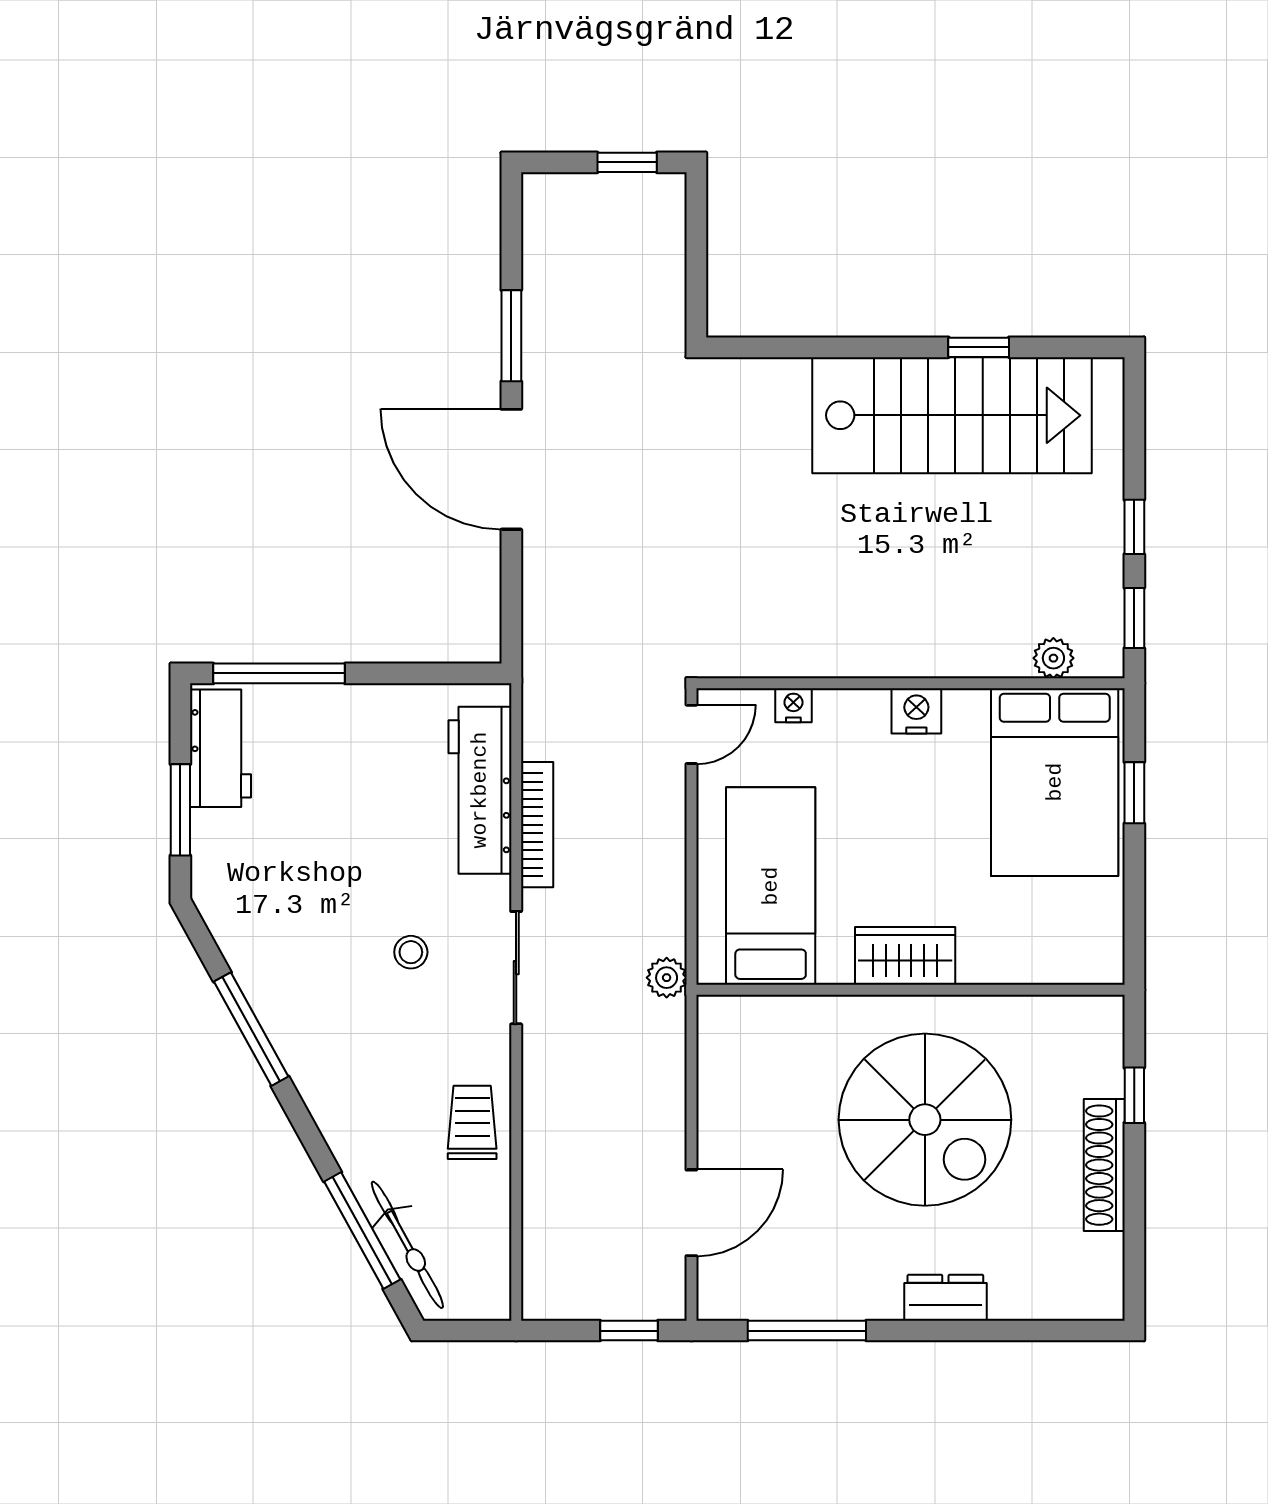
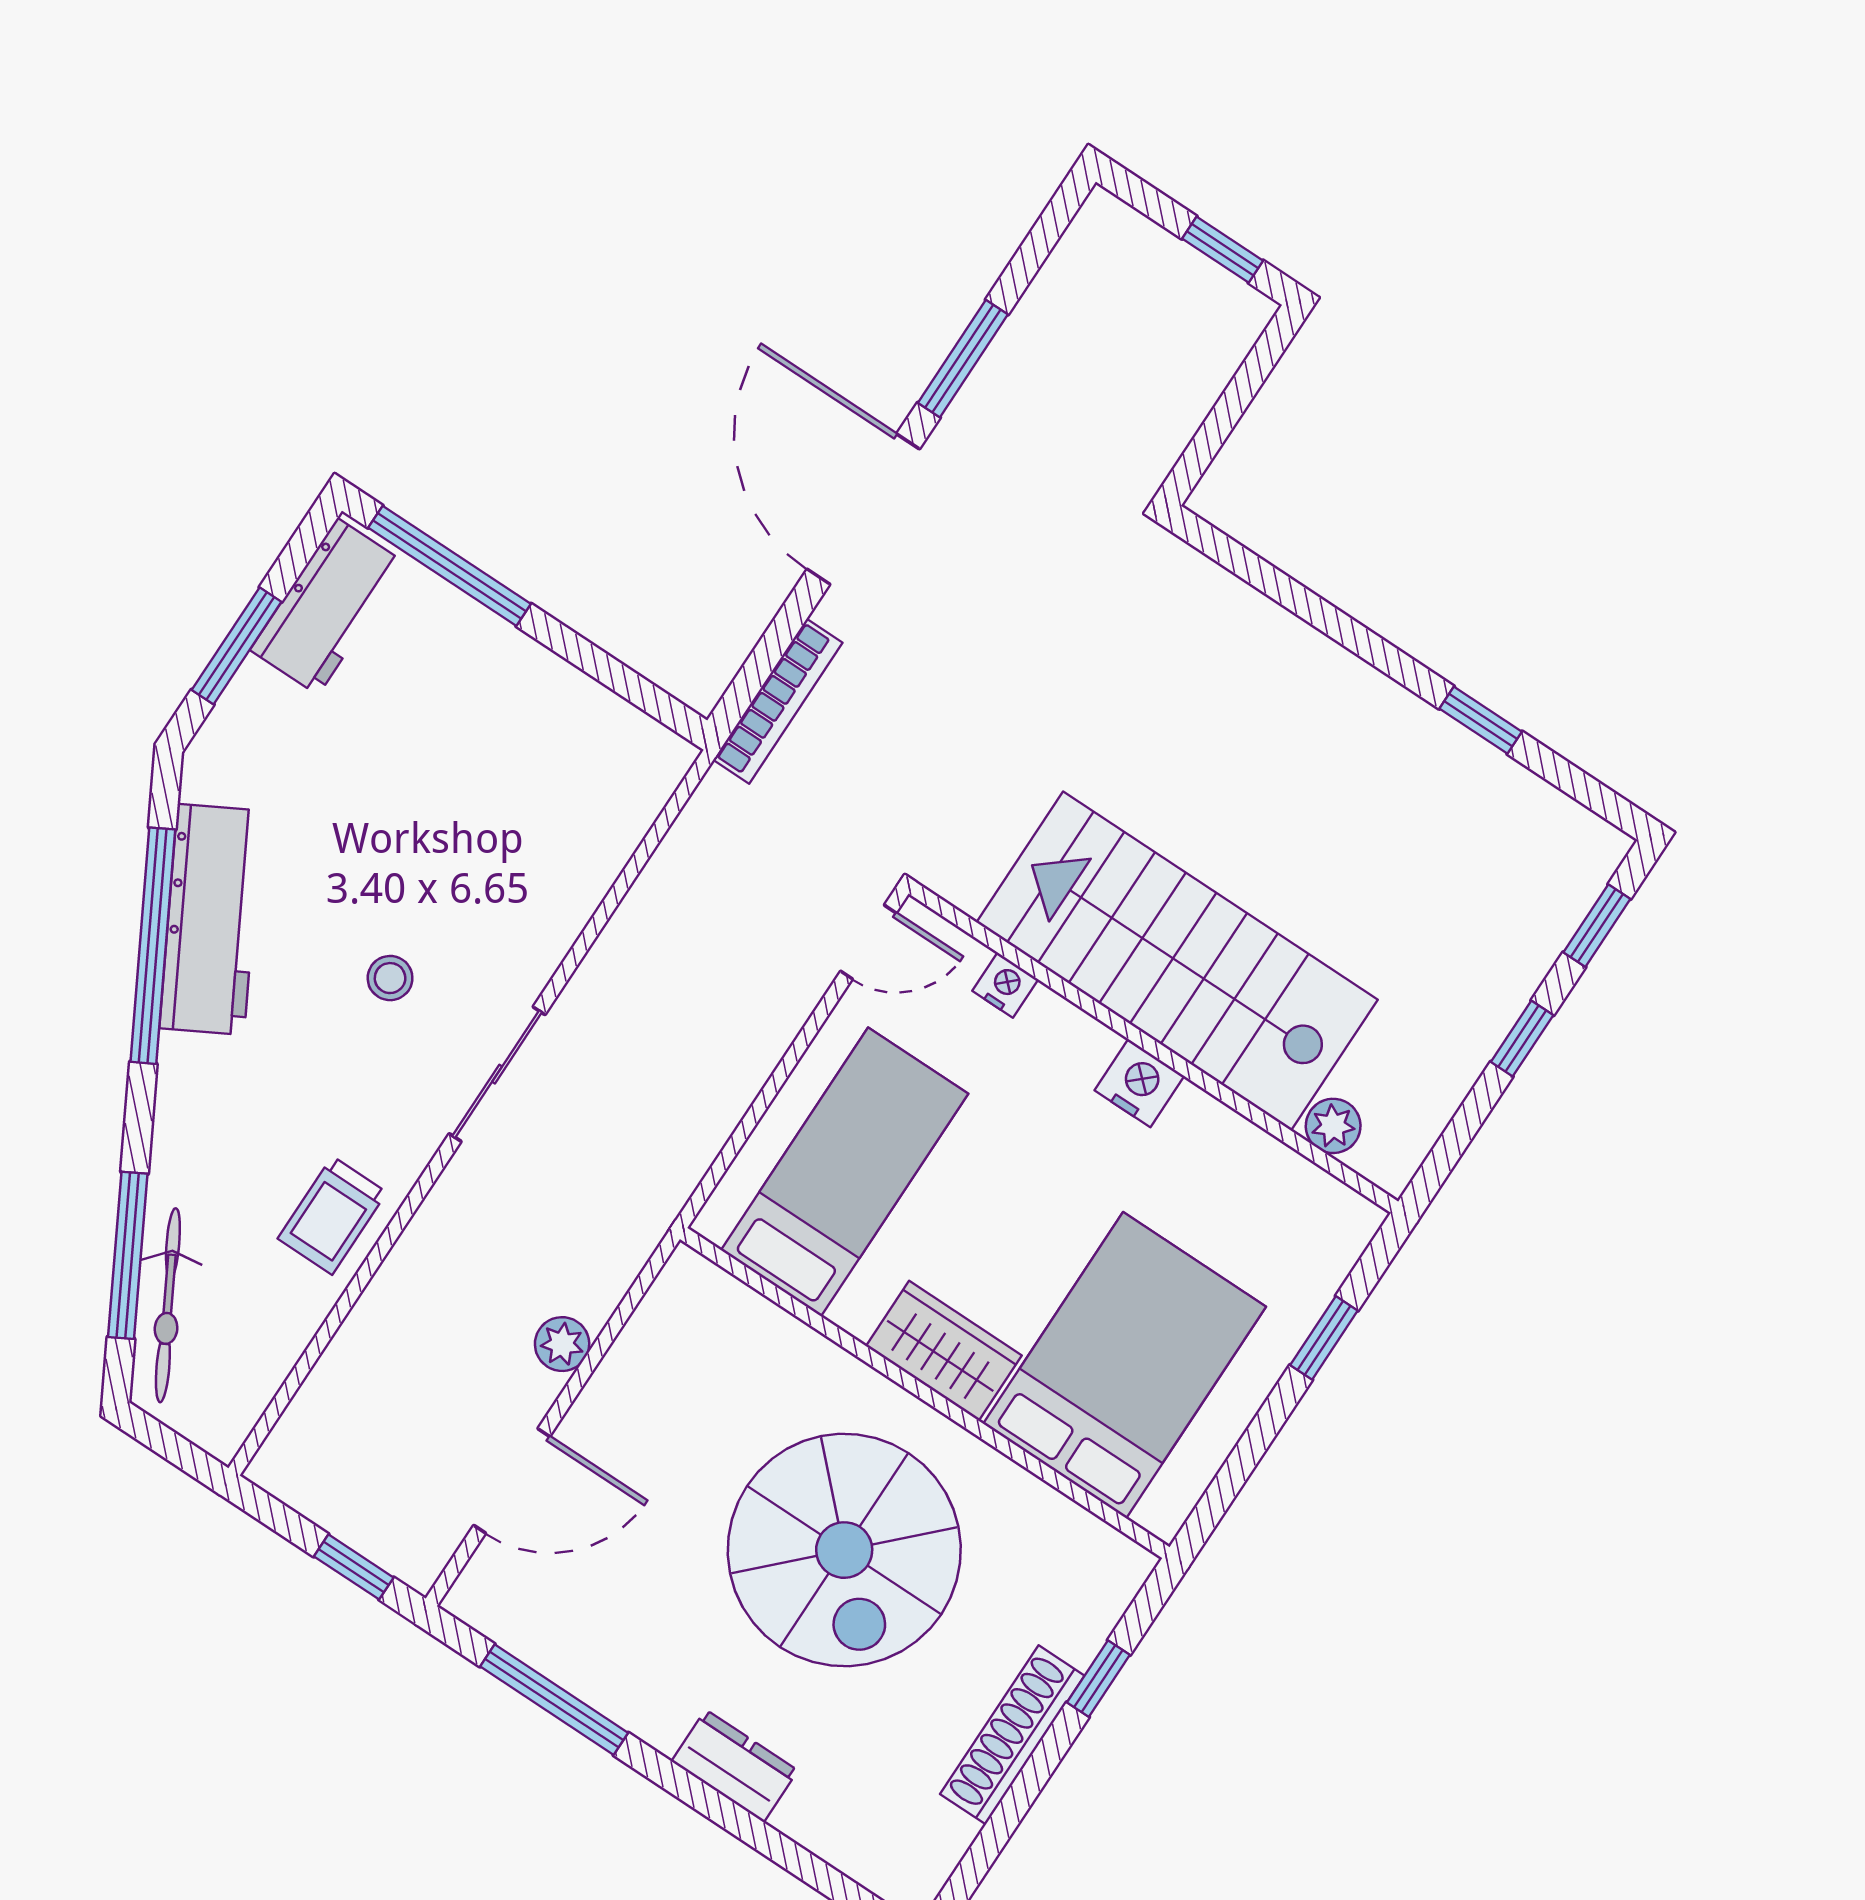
stairs: (952, 415) -> (1177, 961), moved, turned 180
window: (1134, 618) -> (1597, 926), moved
bed: (1055, 782) -> (1125, 1365), moved, turned 180
workbench: (480, 790) -> (211, 919), moved, turned 151
bookcase: (537, 825) -> (778, 701), moved
plant: (667, 978) -> (562, 1344), moved
window: (251, 1029) -> (153, 946), width x1.46
trolley: (472, 1122) -> (332, 1215), turned 180

